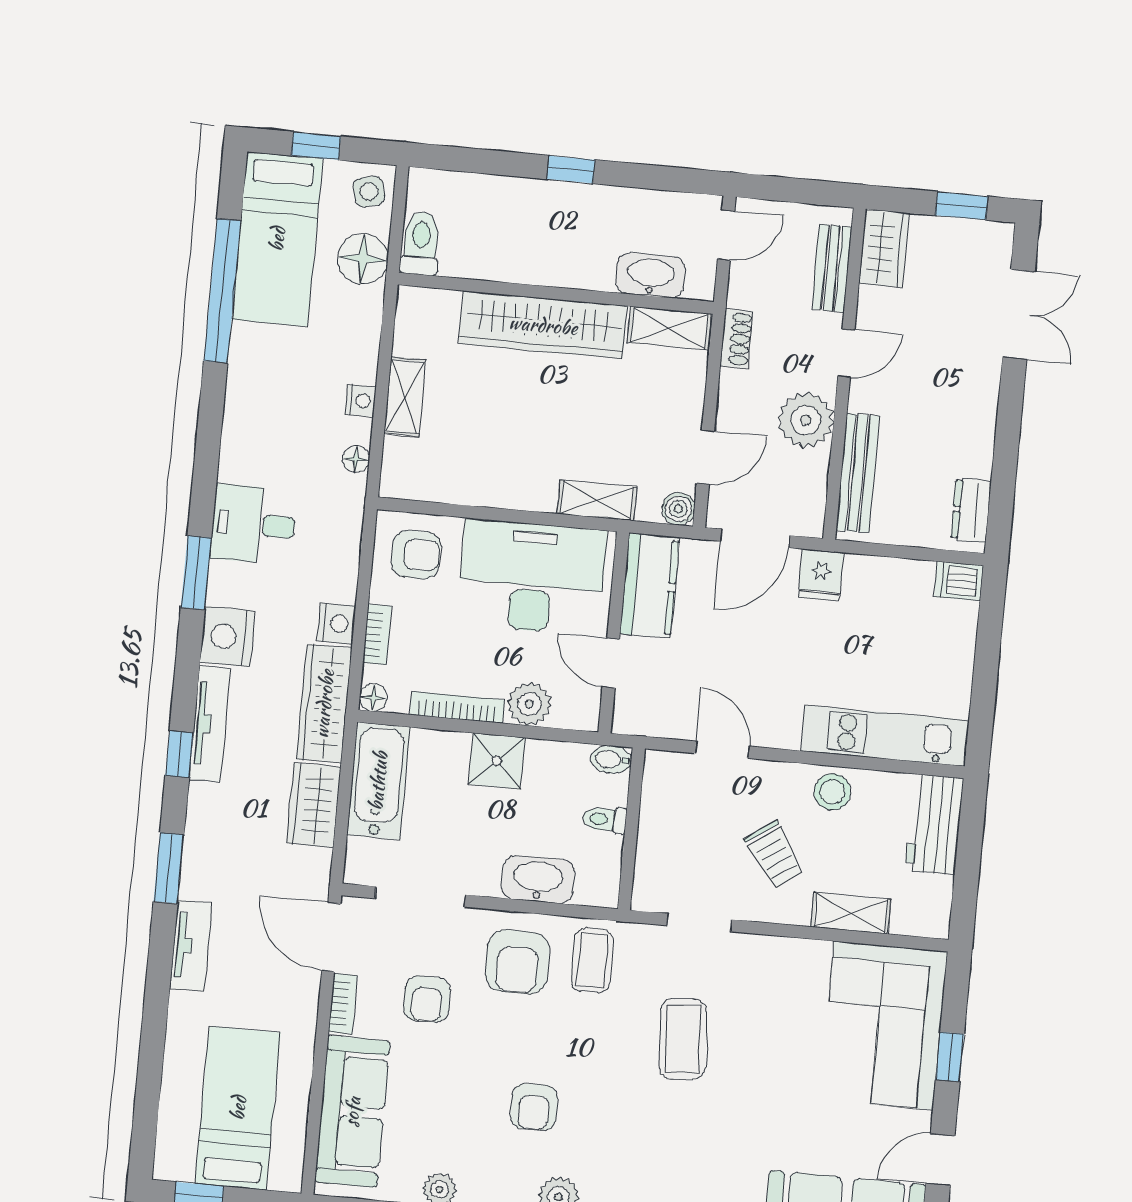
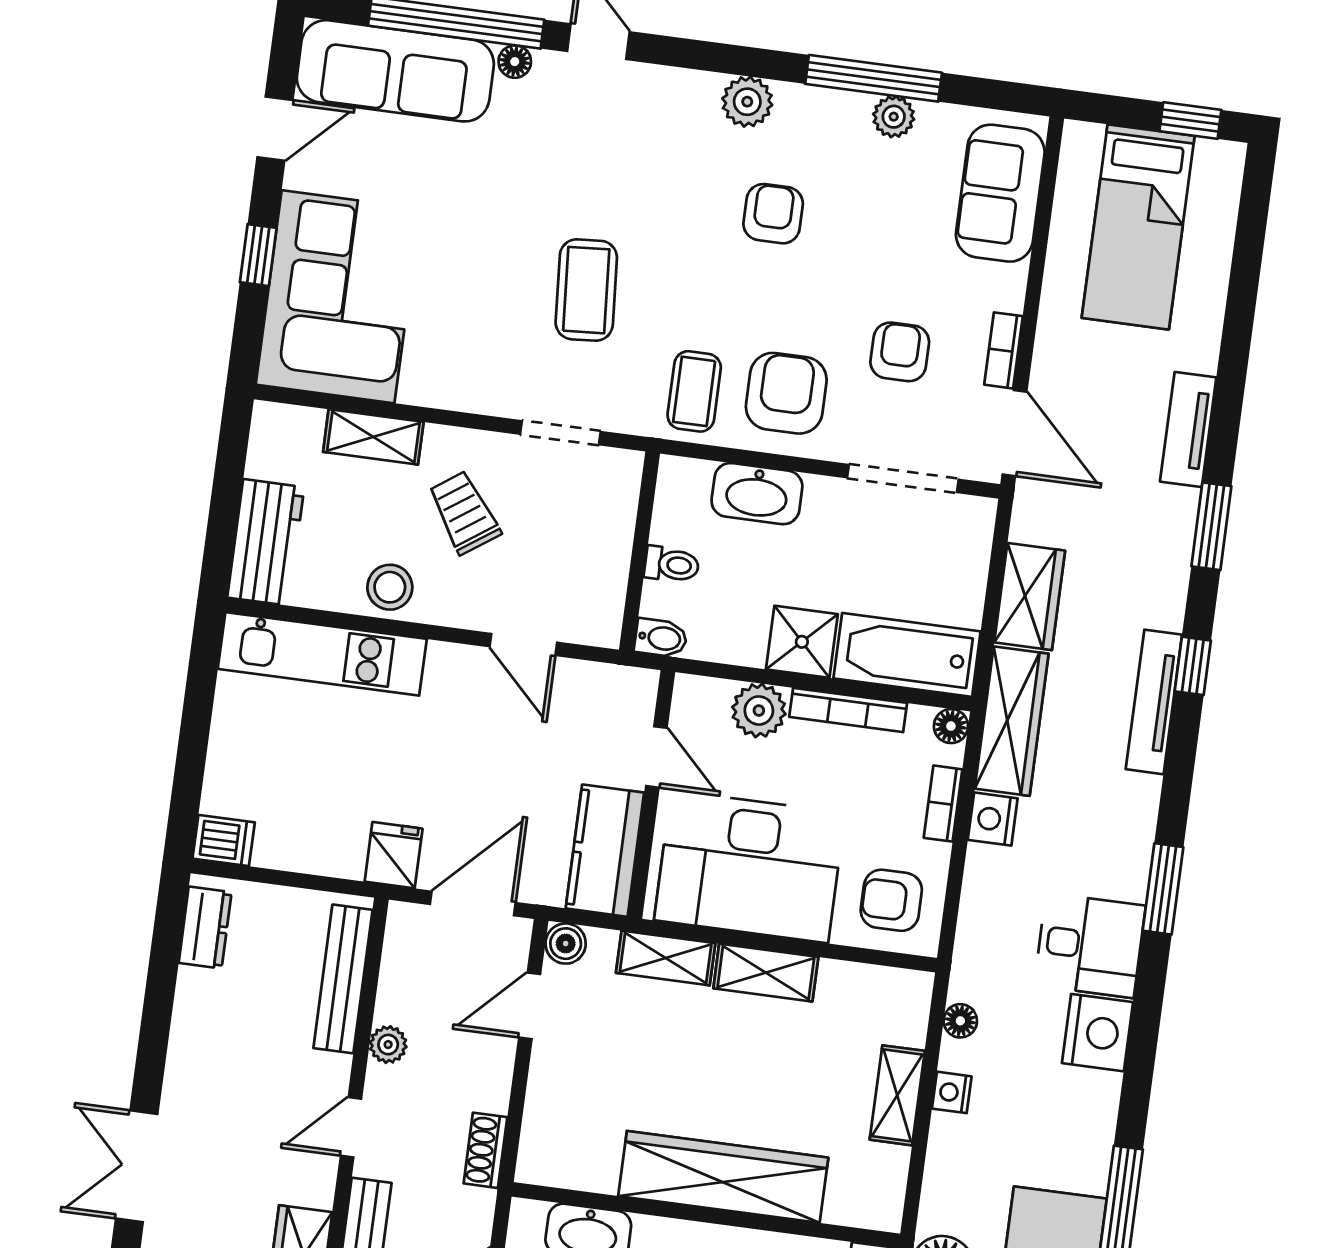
shelving: (669, 328) -> (766, 973), moved
plant: (806, 420) -> (388, 1045), width x0.53, depth x0.53
nightstand: (228, 636) -> (1097, 1033), moved
bathtub: (378, 781) -> (907, 655), moved, turned 90
sofa: (352, 1112) -> (1000, 193), width x0.73

